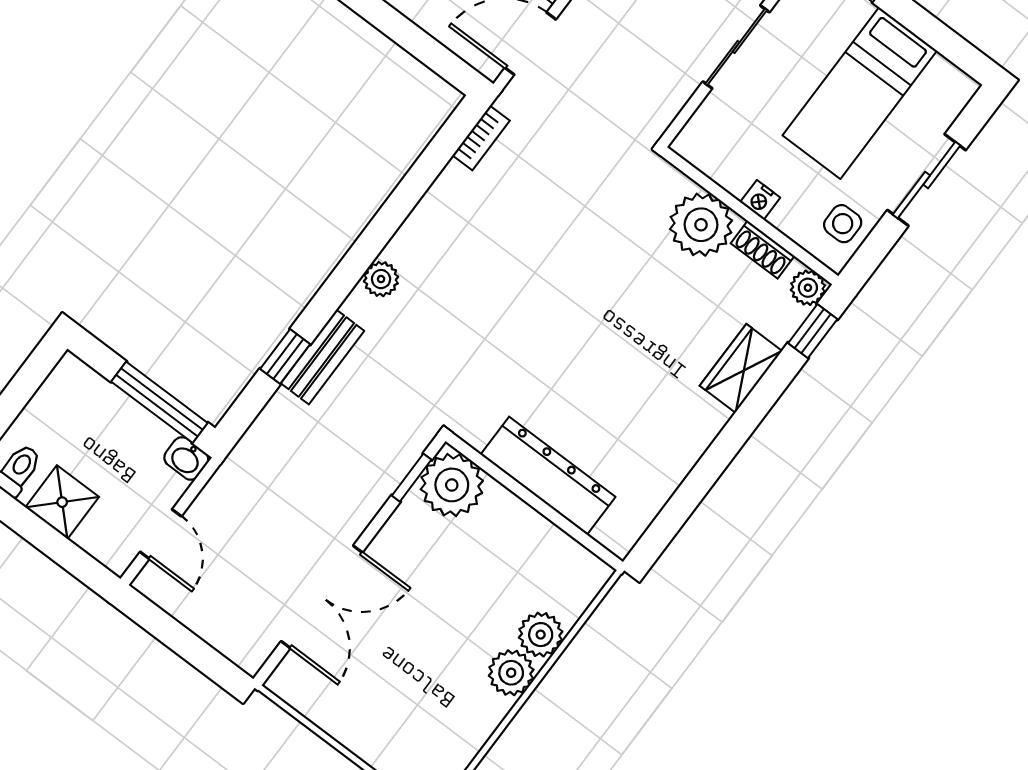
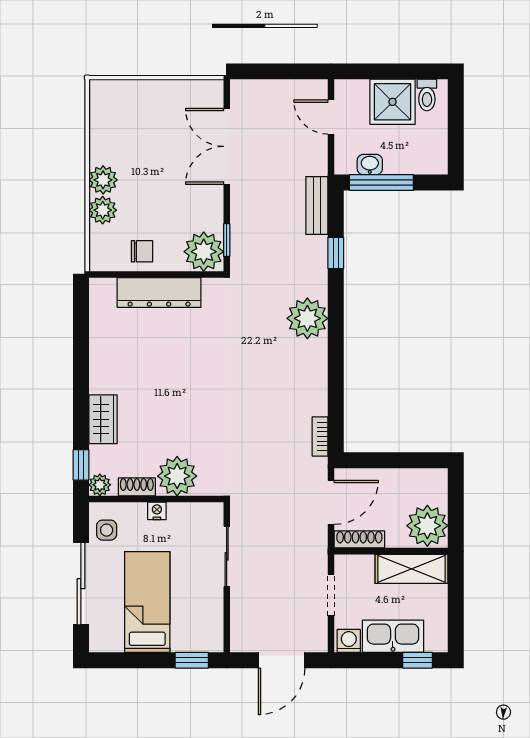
sliding door: (736, 47) -> (227, 556), moved
sliding door: (927, 180) -> (81, 584), width x1.37
plant: (381, 279) -> (307, 318), width x1.88, depth x1.88
bench: (322, 357) -> (317, 205), moved
washbasin: (186, 458) -> (370, 165), moved
shower: (62, 502) -> (393, 102), width x1.36, depth x1.36
chair: (530, 545) -> (142, 251), added

